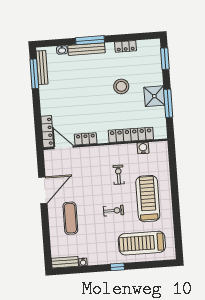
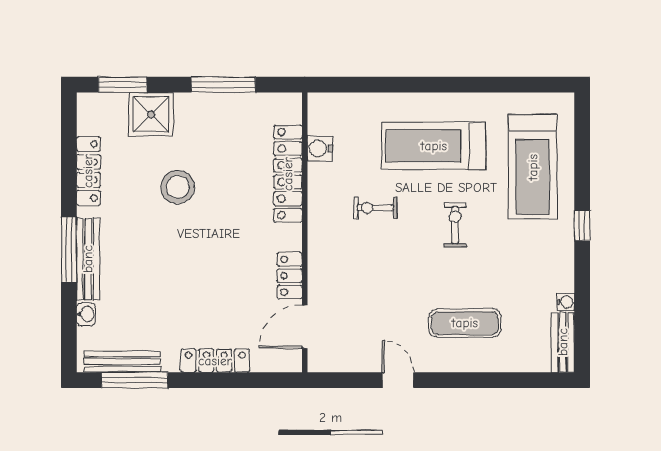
locker: (125, 46) -> (88, 171), width x1.53
shower: (154, 96) -> (151, 114), moved
locker: (47, 131) -> (215, 361), moved
door: (43, 190) -> (398, 380), width x0.53

